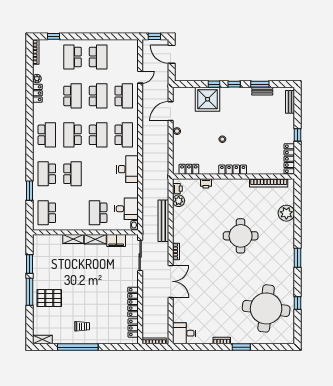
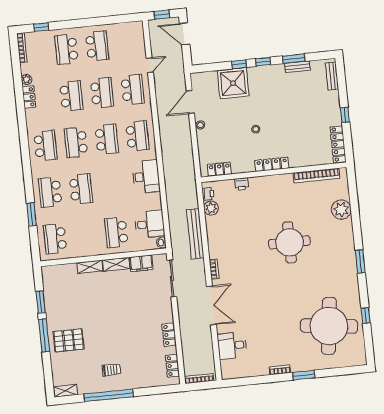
locker: (133, 302) -> (169, 335), width x0.66
desk: (184, 333) -> (232, 346), moved

